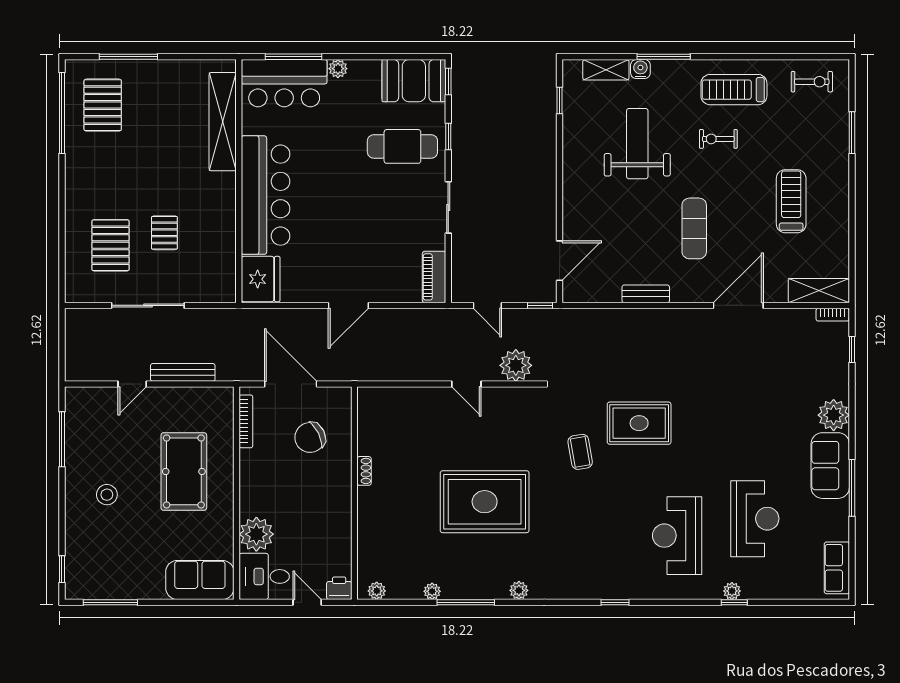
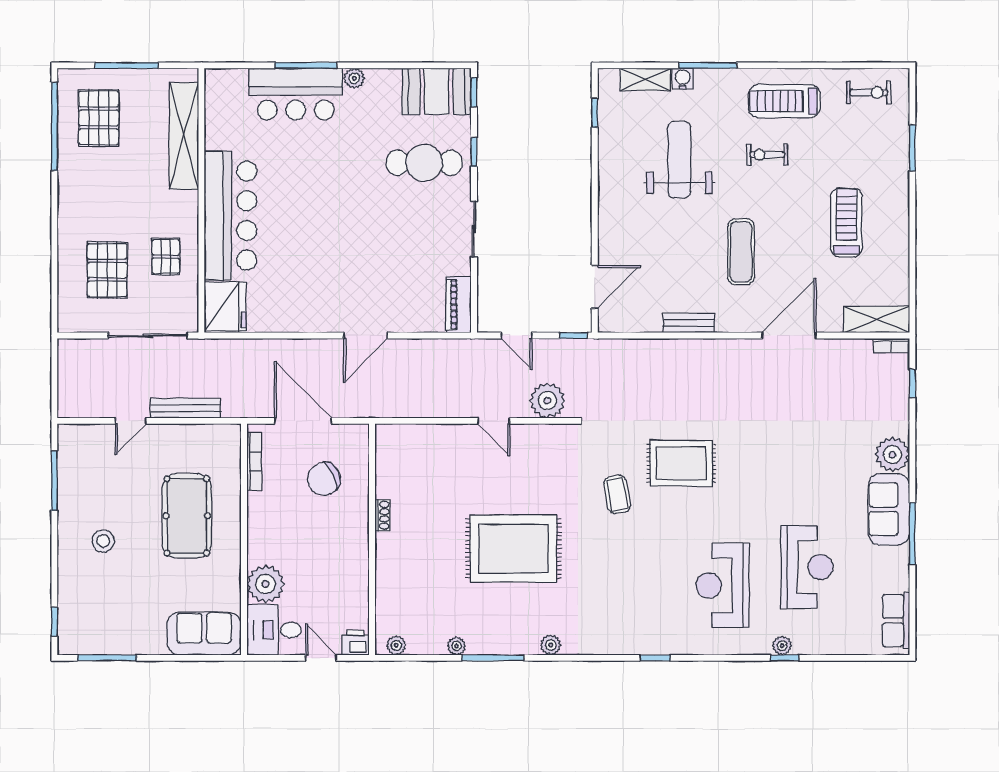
shelving: (223, 122) -> (184, 136), moved
wall: (239, 181) -> (201, 200), moved
bar counter: (266, 195) -> (230, 216), moved
fridge: (261, 279) -> (225, 307), moved

